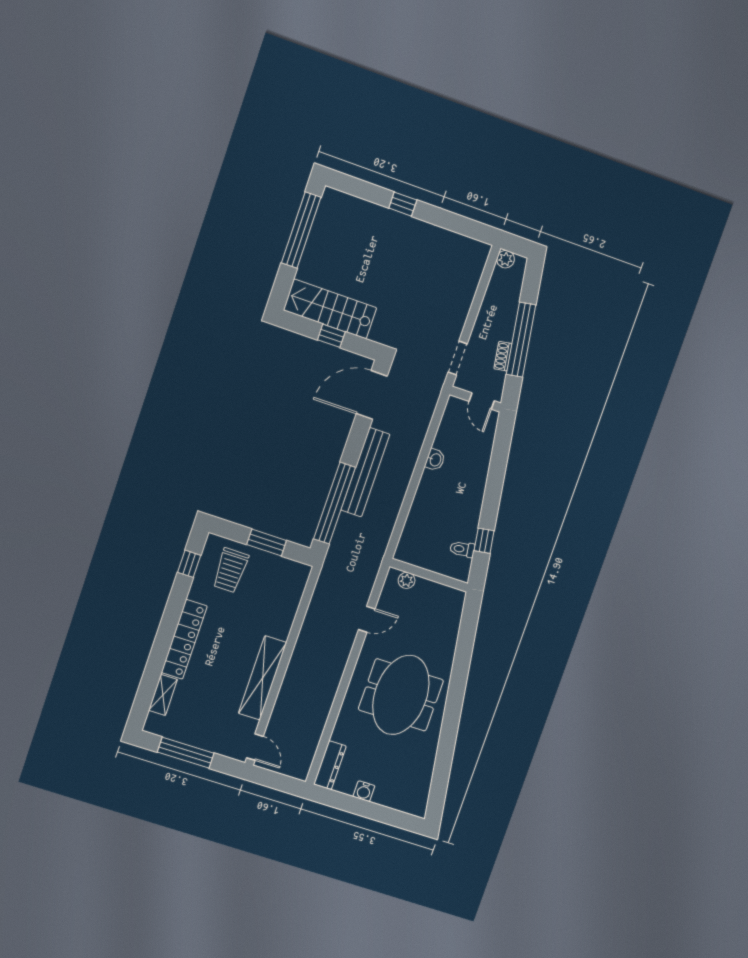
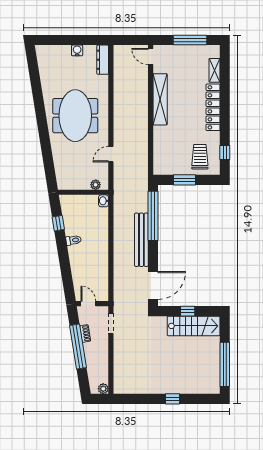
washbasin: (435, 460) -> (104, 201), moved
toilet: (462, 549) -> (73, 240), moved

